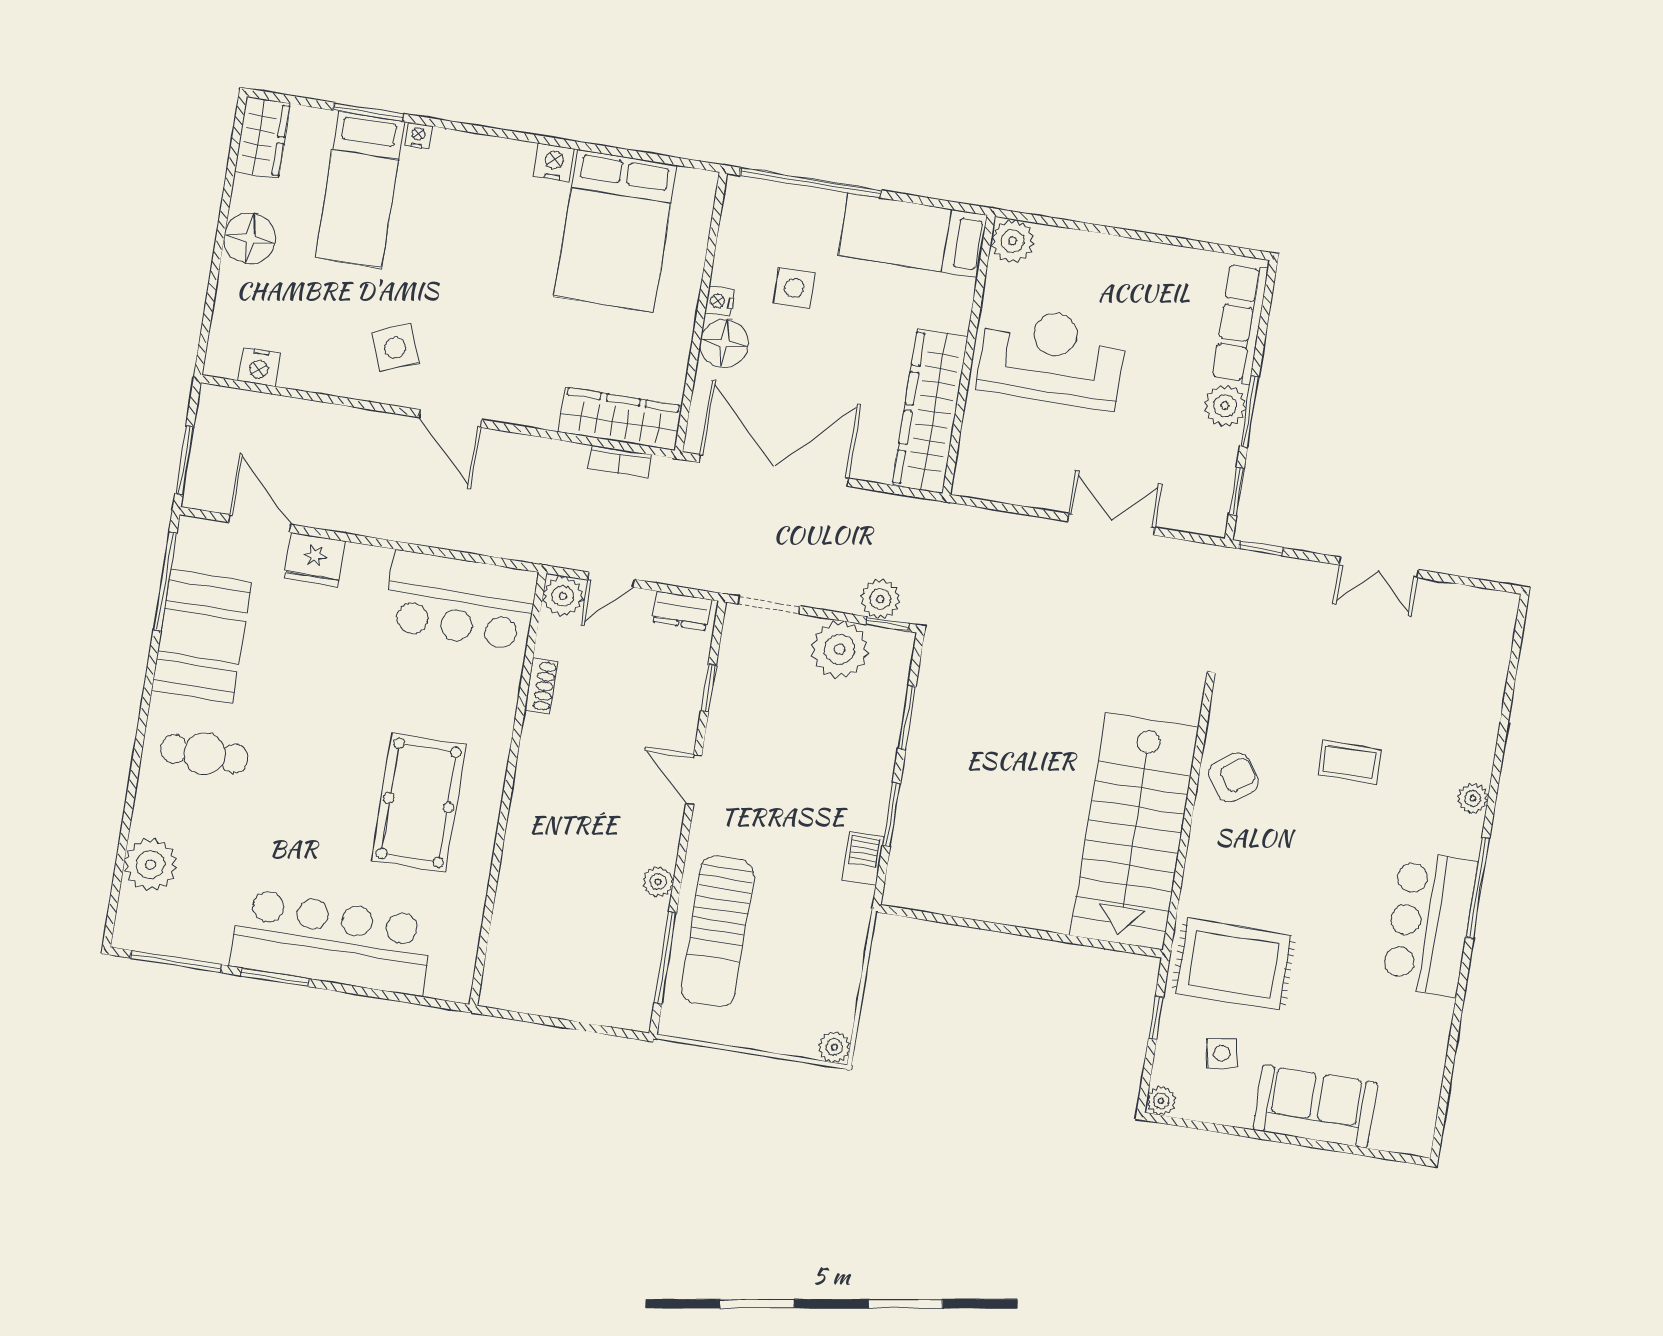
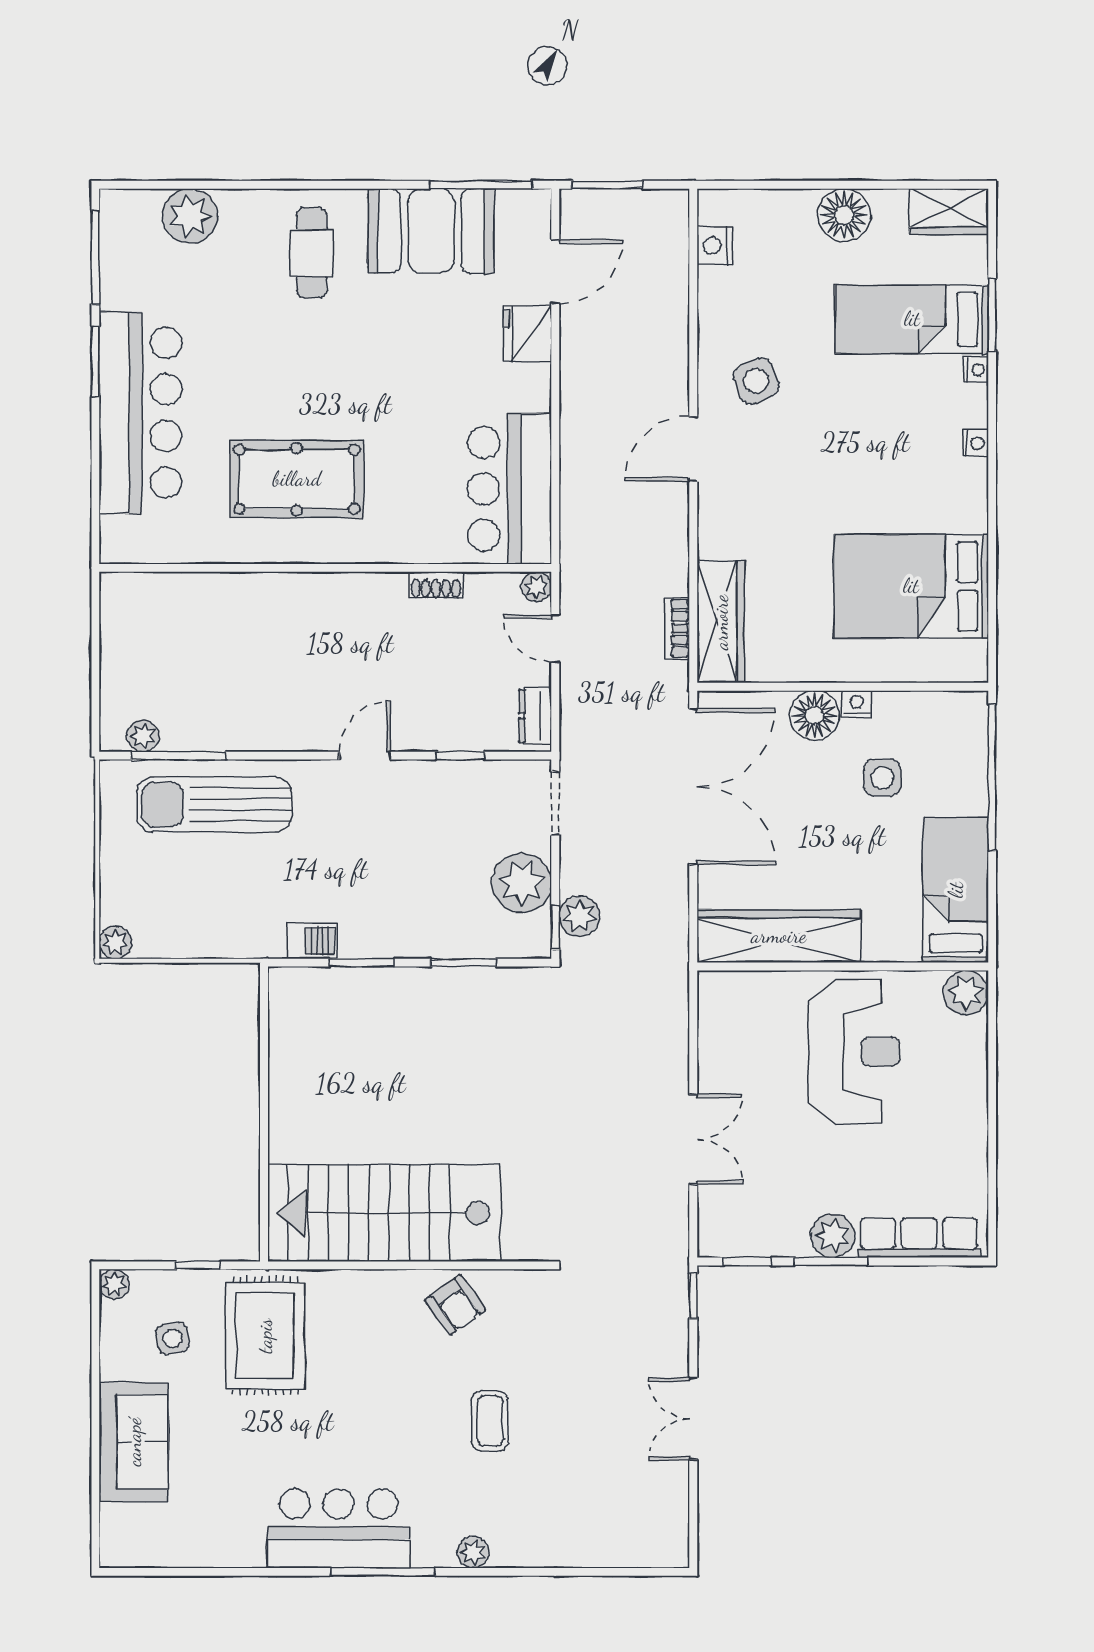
nightstand: (554, 163) -> (975, 443), moved, width x0.72, depth x0.74
plant: (563, 596) -> (536, 587), width x0.73, depth x0.73
plant: (658, 882) -> (143, 736), moved

